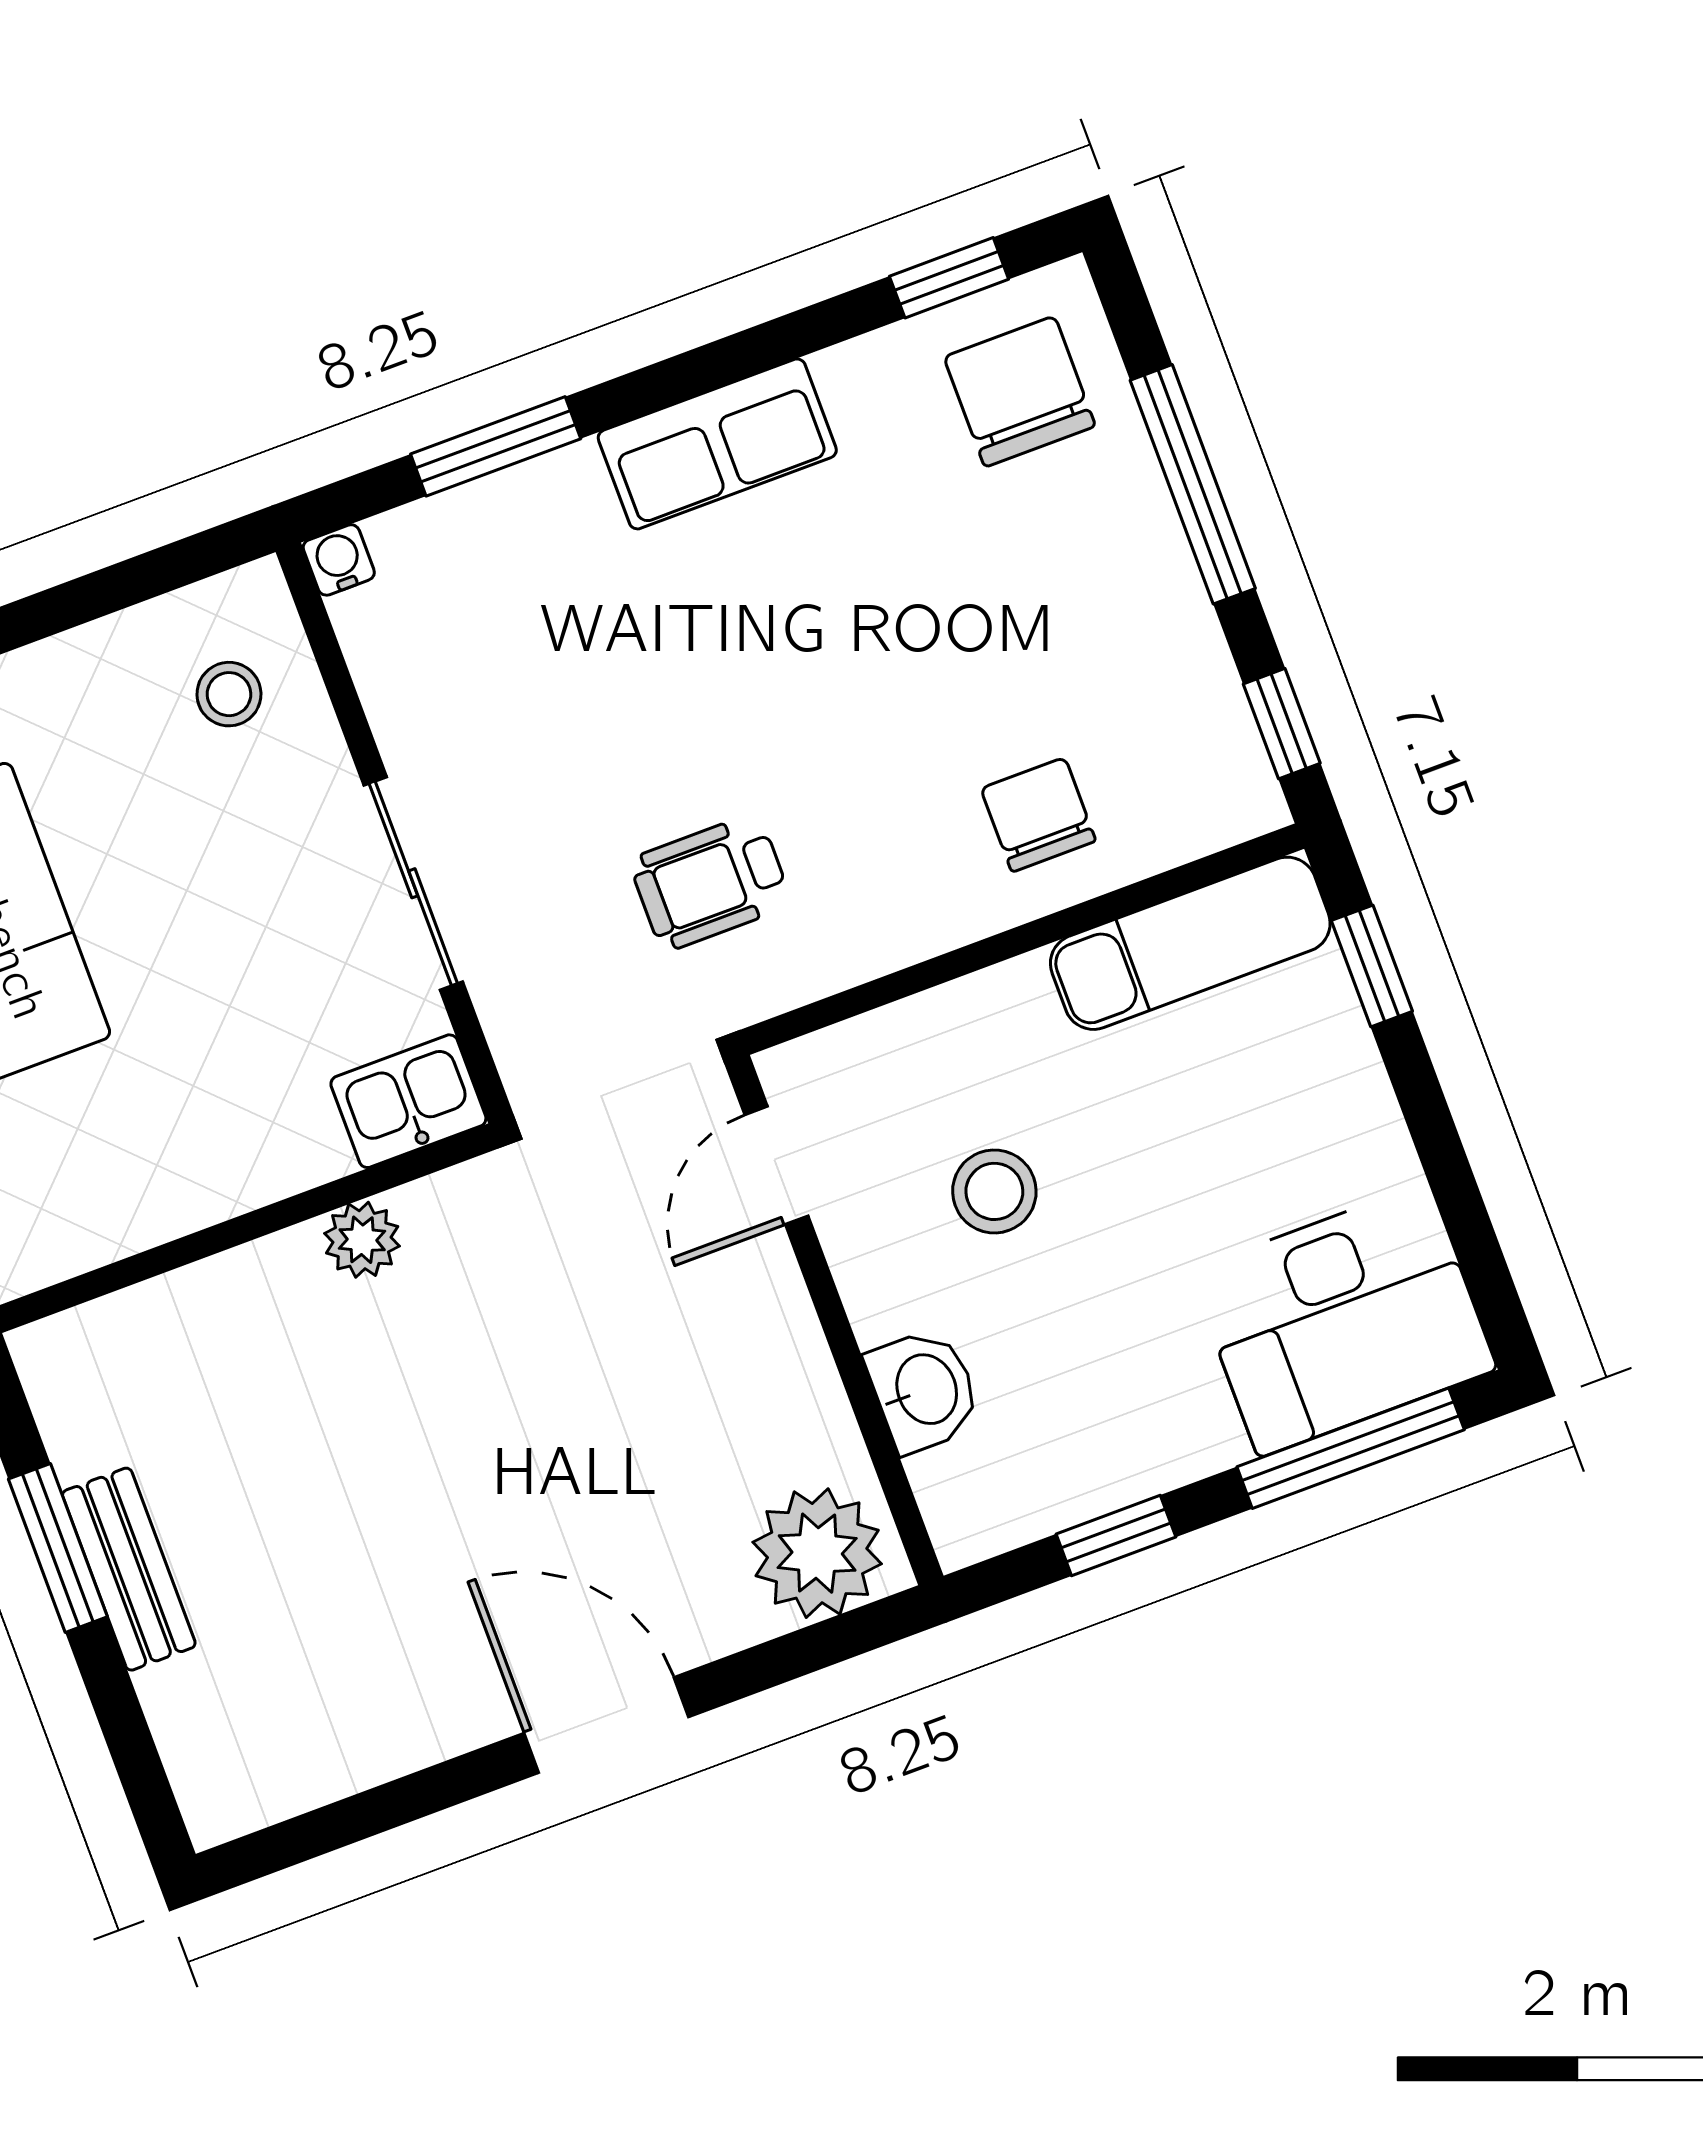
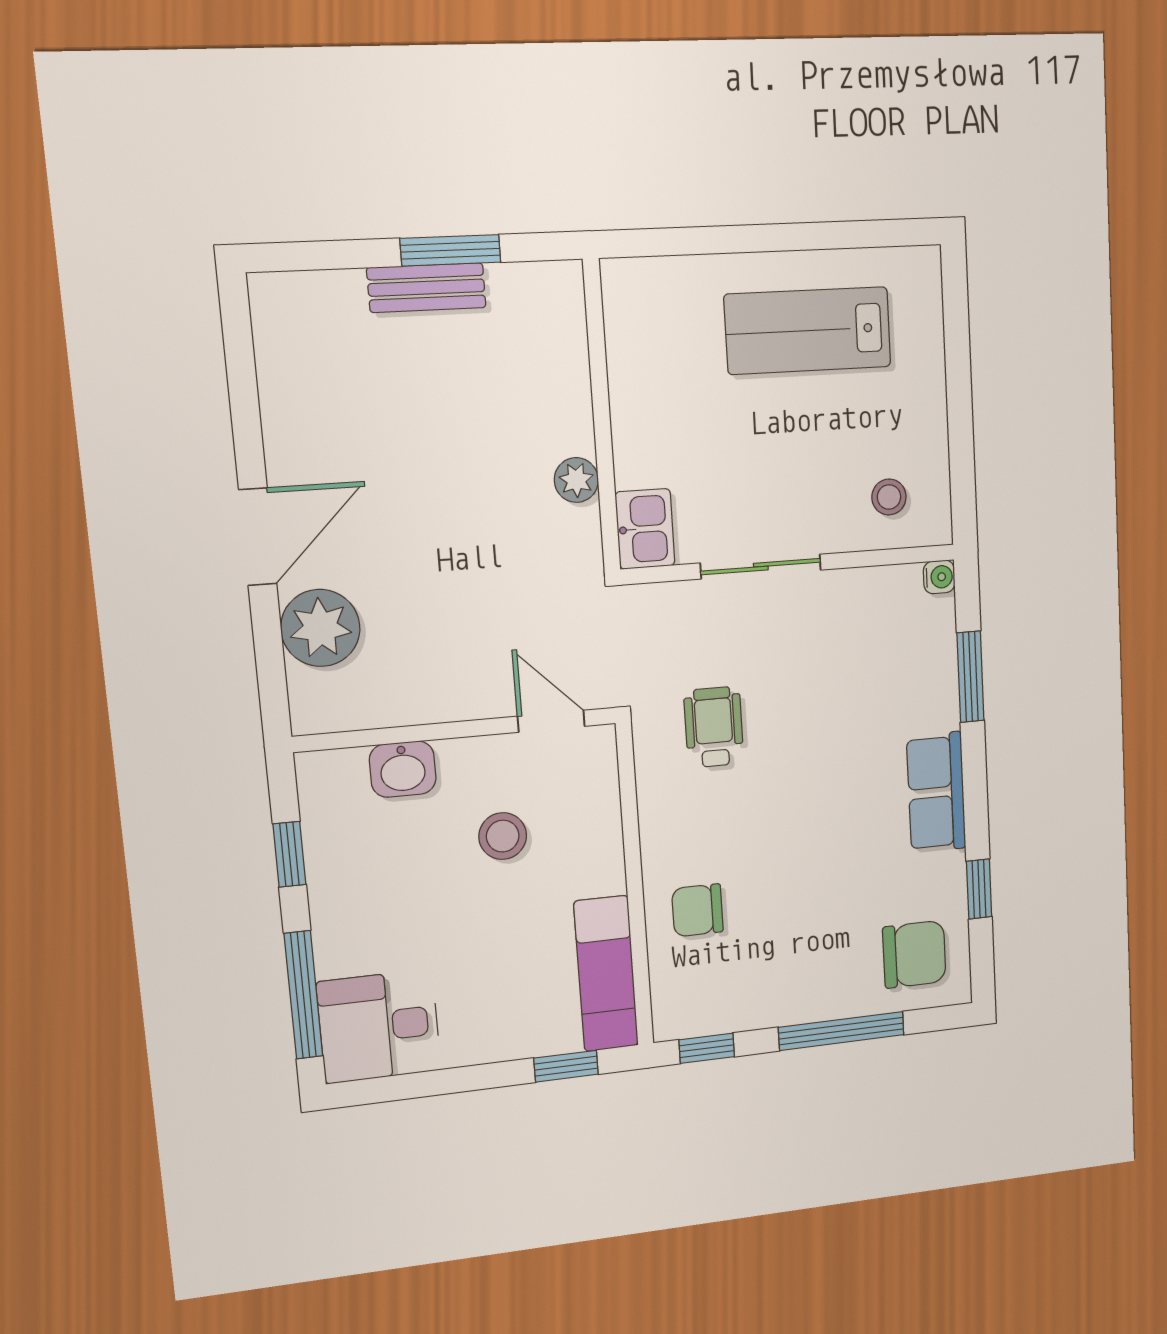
window: (949, 278) -> (979, 889), moved
chair: (1038, 815) -> (697, 910), turned 180
desk: (1343, 1320) -> (379, 1026), width x0.73
plant: (817, 1553) -> (320, 628), moved

